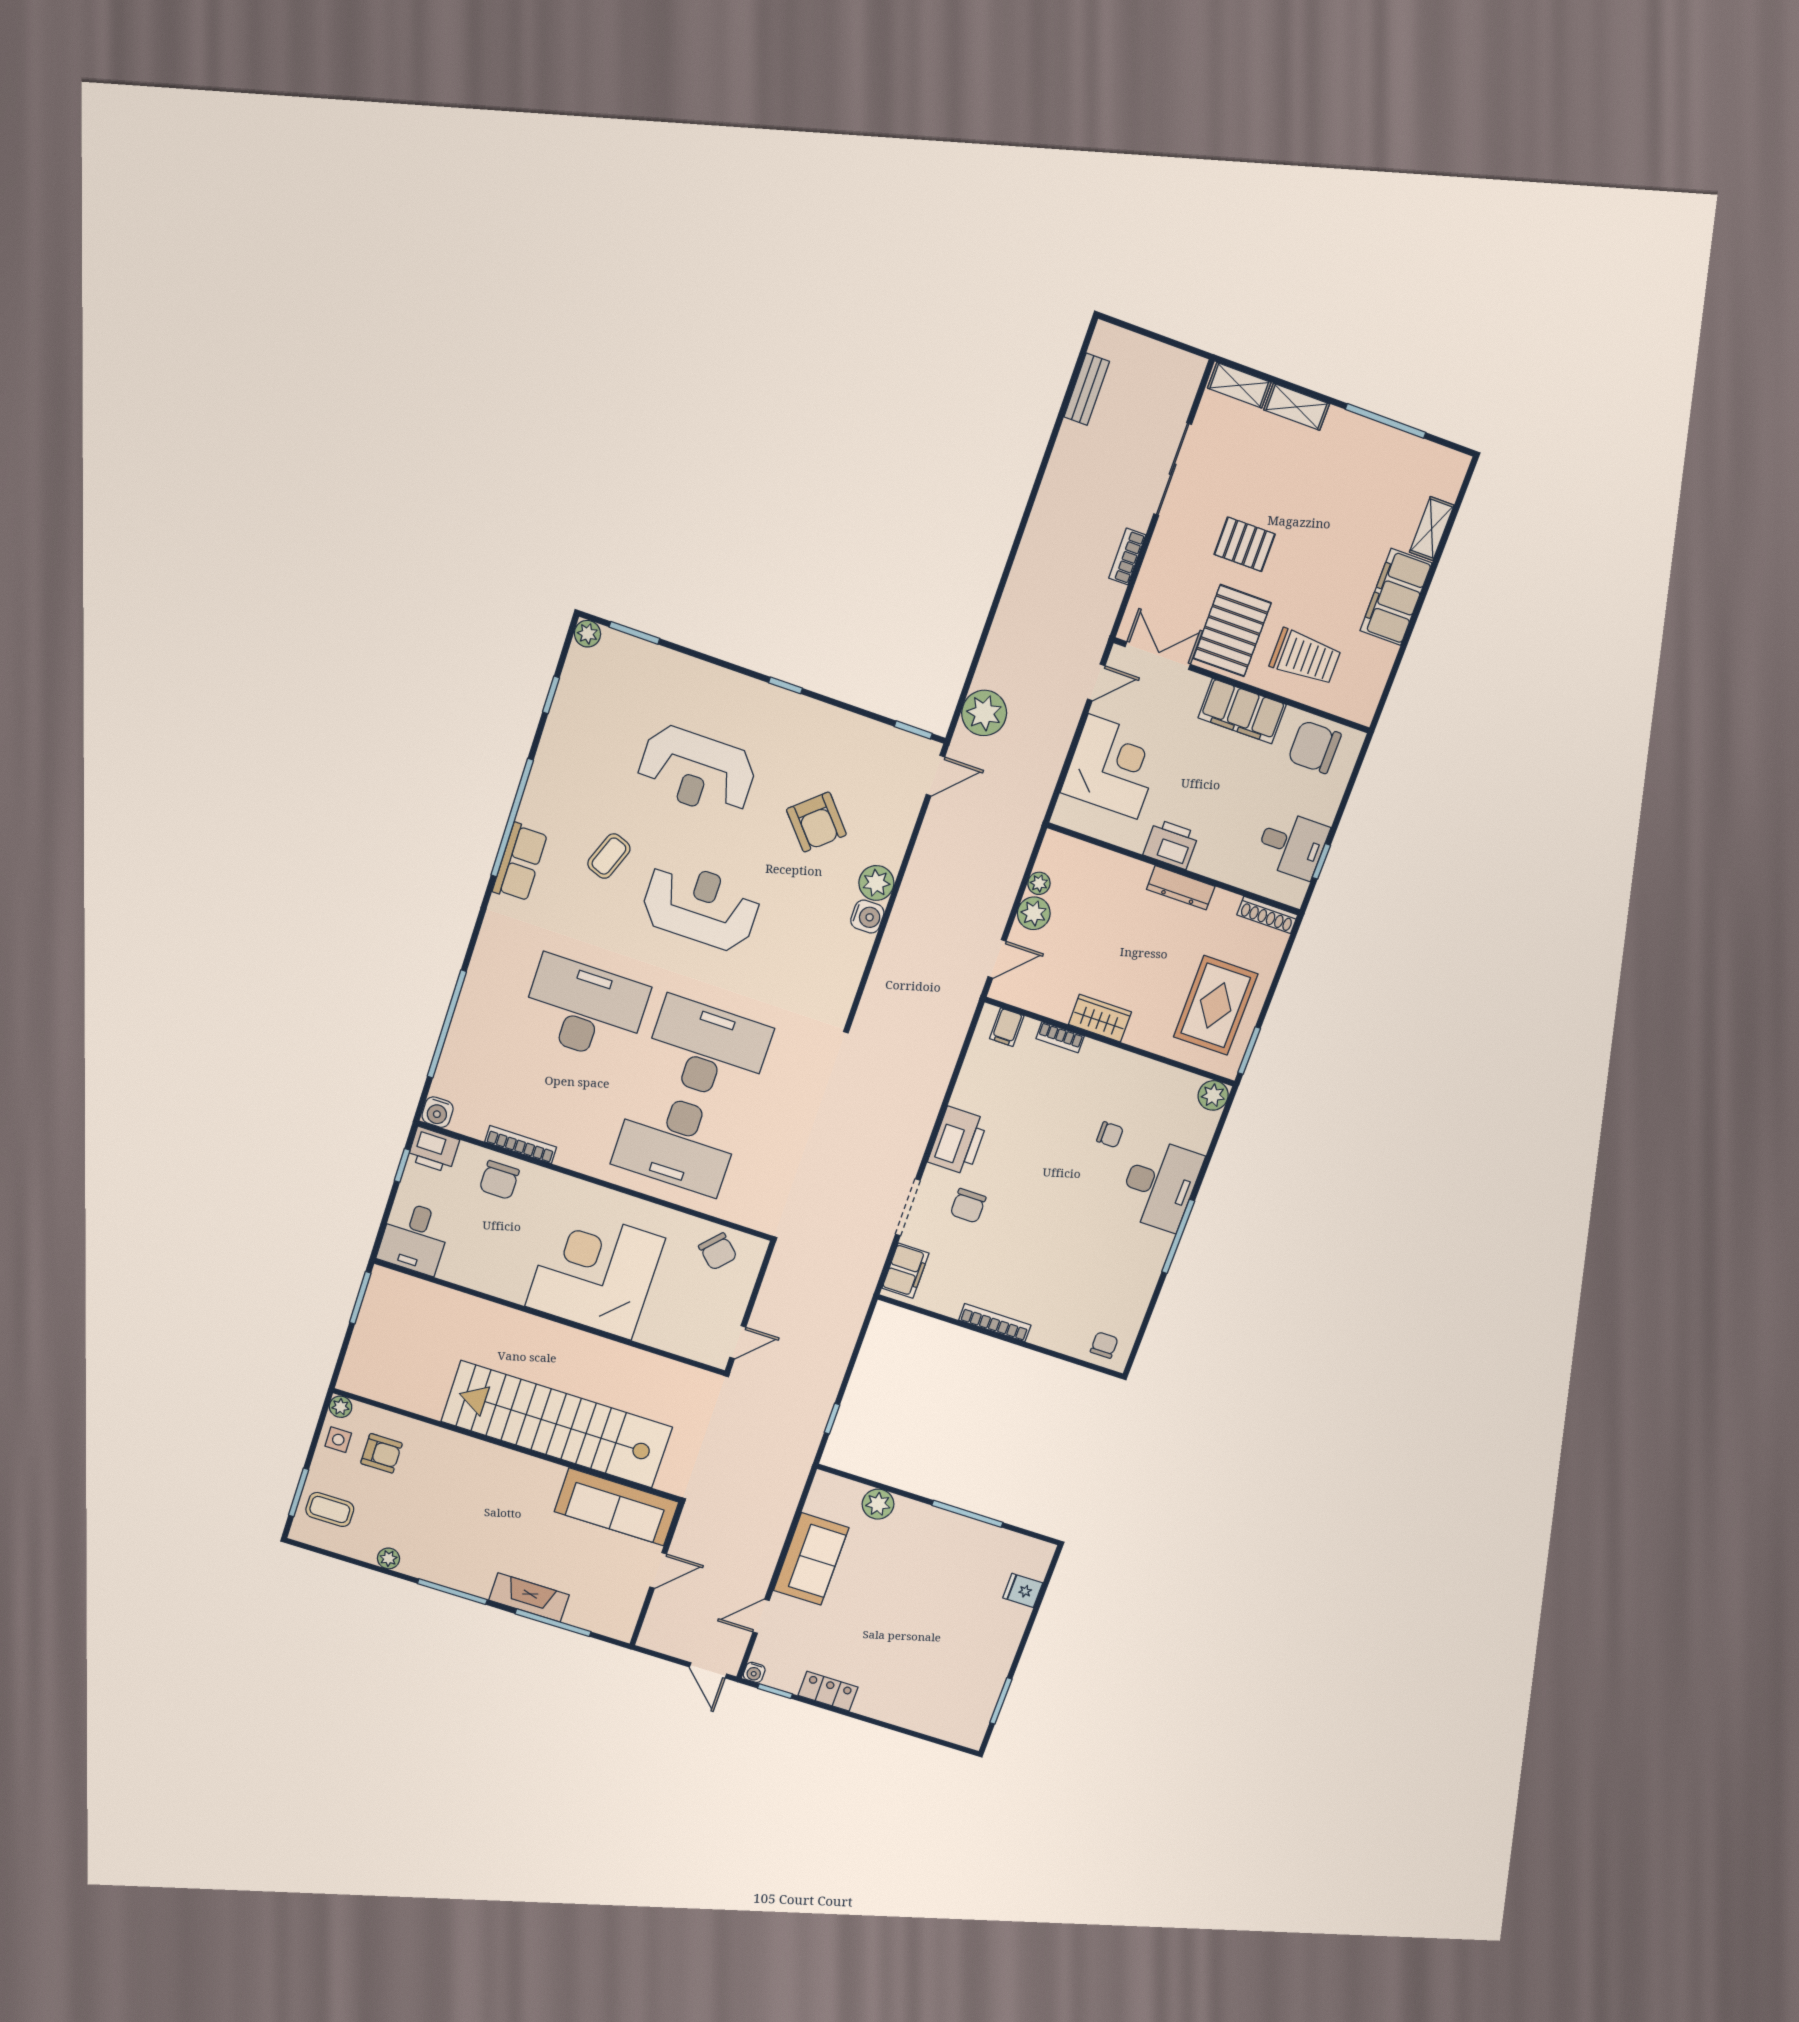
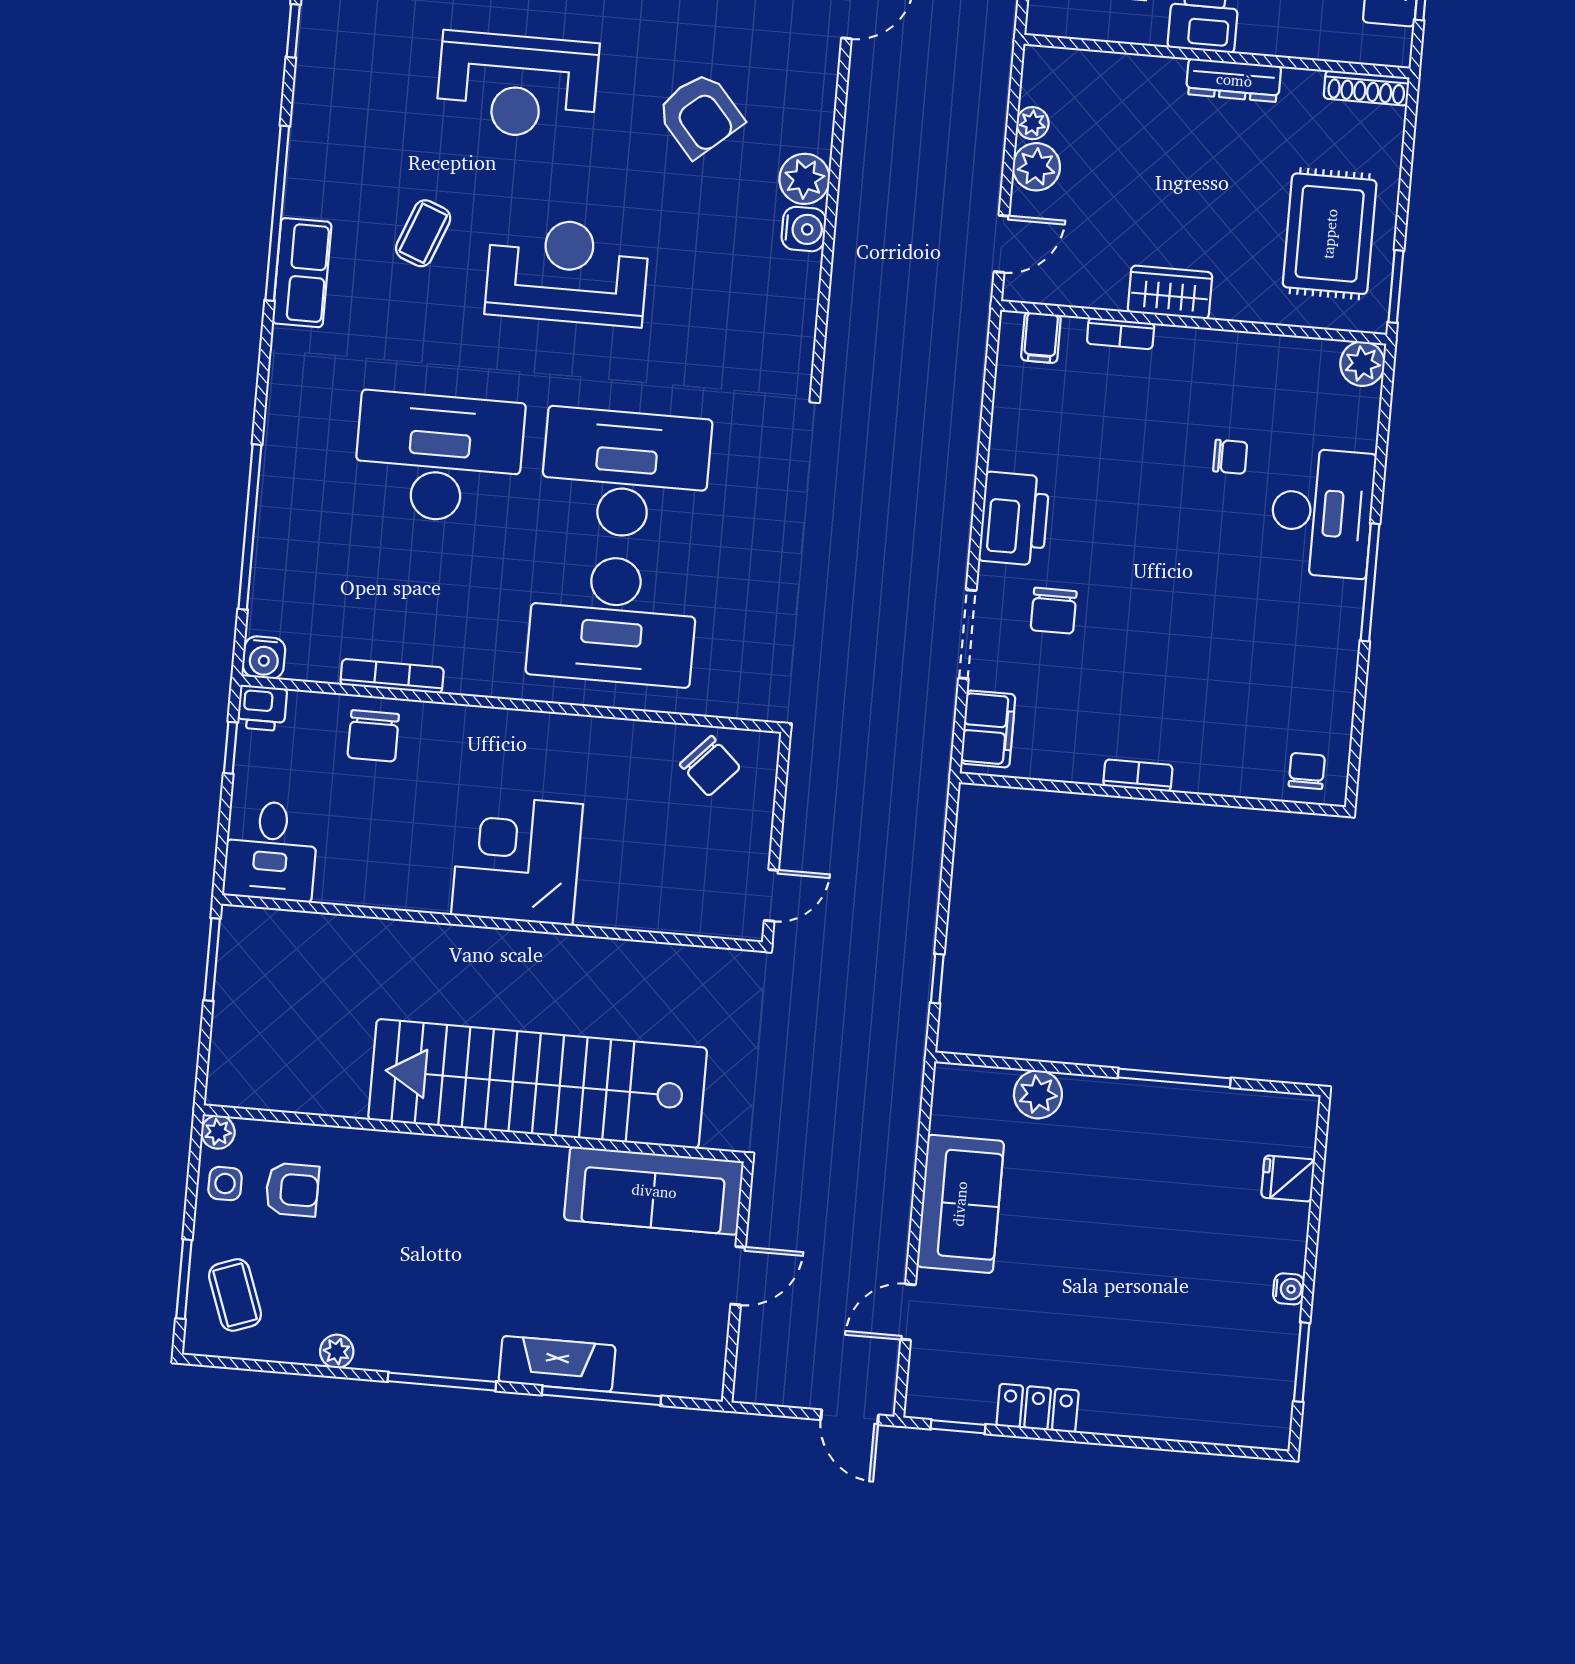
printer: (433, 1150) -> (262, 708), width x0.73, depth x0.81
corner desk: (595, 1272) -> (517, 860), width x0.74, depth x0.74
bookcase: (995, 1323) -> (1138, 776), width x0.64
coffee table: (330, 1510) -> (235, 1295), turned 70
water cooler: (754, 1672) -> (1289, 1289), moved, turned -90

